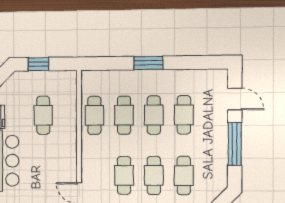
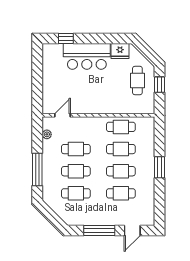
cafe table: (43, 115) -> (137, 81), moved, turned 90

